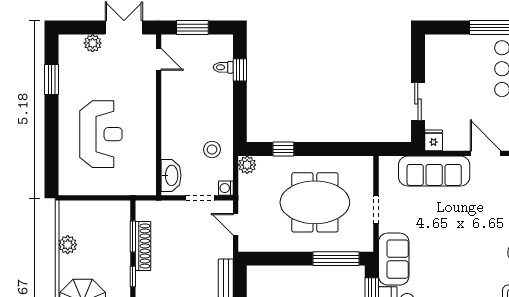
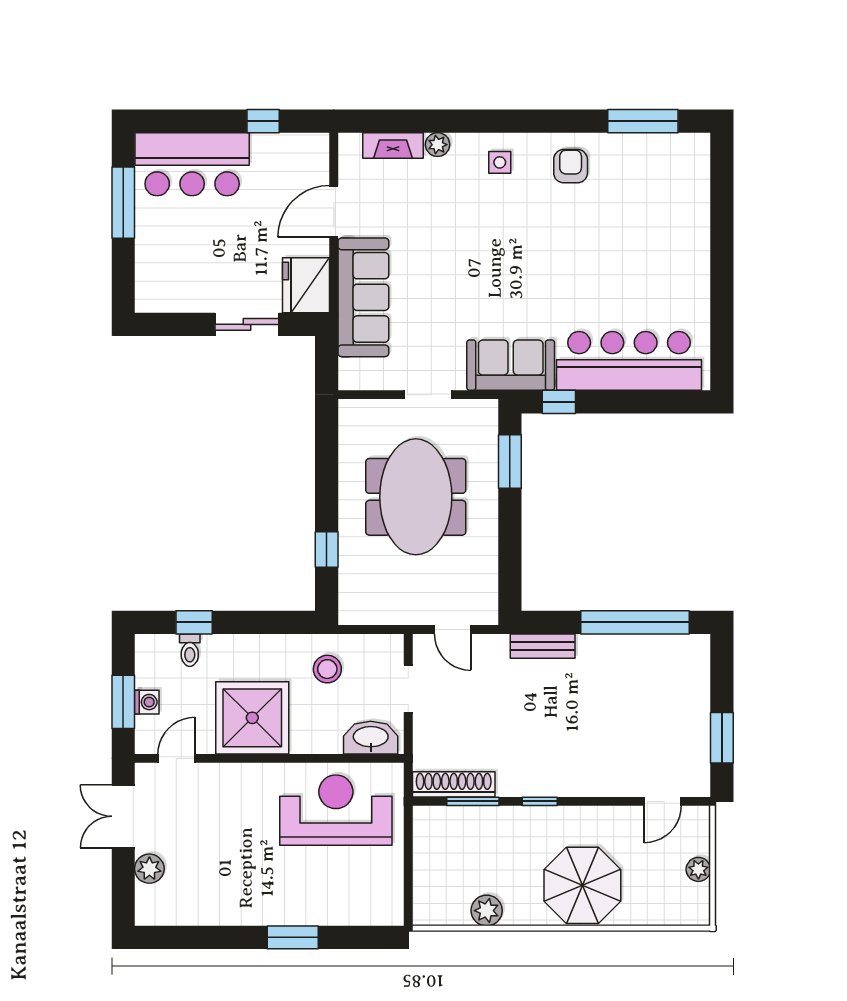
window: (52, 80) -> (293, 937), moved
shower: (183, 105) -> (252, 718), added
reception desk: (101, 134) -> (336, 810), moved
fridge: (434, 140) -> (306, 285), width x1.88, depth x1.34
plant: (247, 165) -> (353, 610), removed
washing machine: (226, 188) -> (147, 702), moved, turned -90
door: (236, 224) -> (453, 630), hinge flipped
shoe rack: (143, 246) -> (454, 784), moved
window: (336, 259) -> (510, 461), width x0.69

